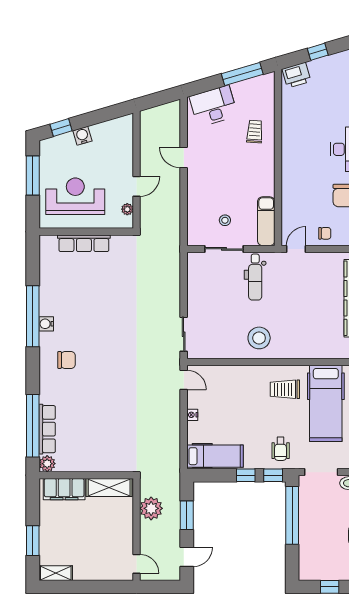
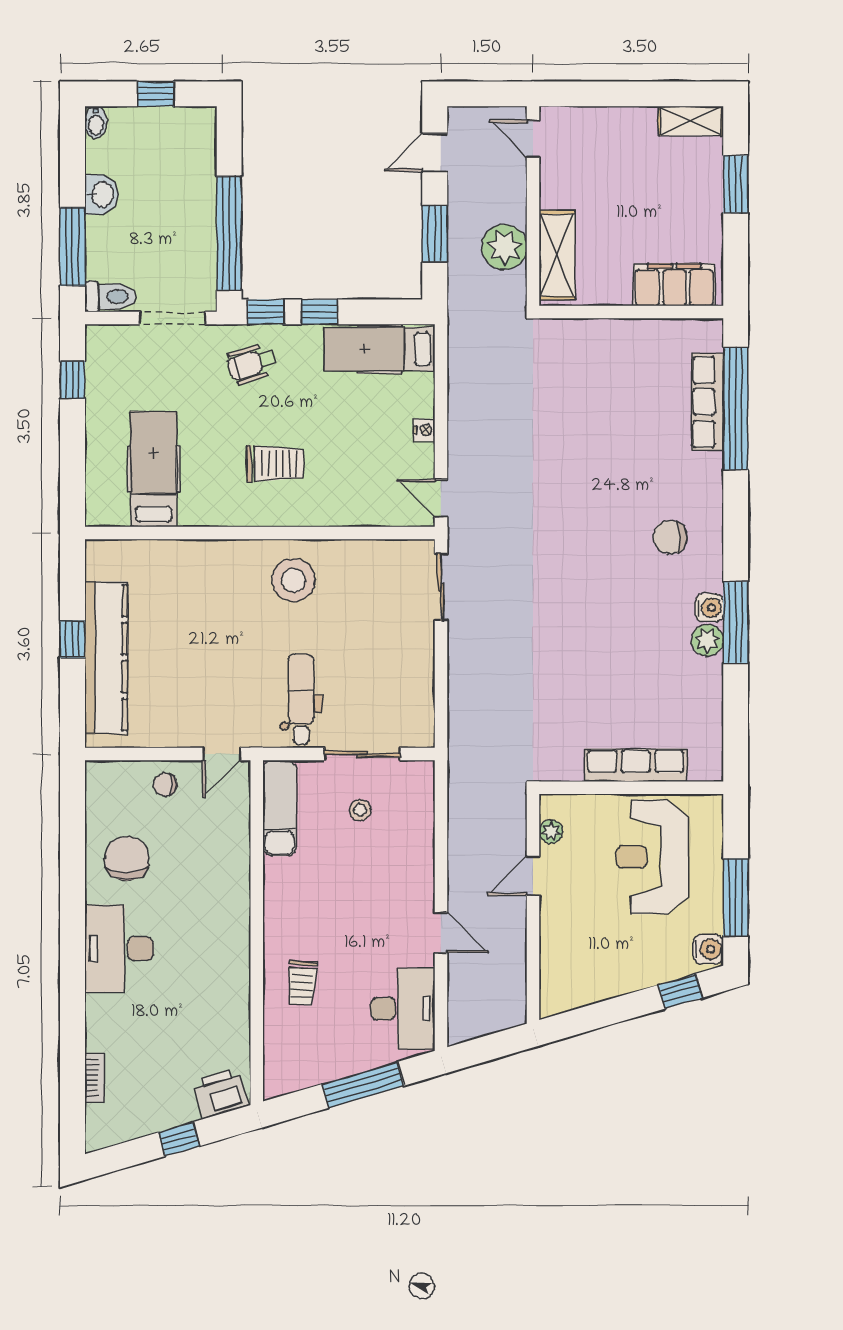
window: (242, 74) -> (363, 1085), moved
desk: (213, 106) -> (403, 1009), moved, turned -74
water cooler: (82, 136) -> (708, 949), moved, turned -74
reception desk: (75, 196) -> (652, 857), turned 90
window: (33, 316) -> (736, 622), width x0.68
trolley: (285, 389) -> (275, 464), moved
hospital bed: (326, 403) -> (154, 469), width x0.73, depth x0.78
wheelchair: (281, 449) -> (252, 364), turned -108
plant: (47, 464) -> (707, 640), moved
shelving: (109, 488) -> (557, 255), moved, turned 90

